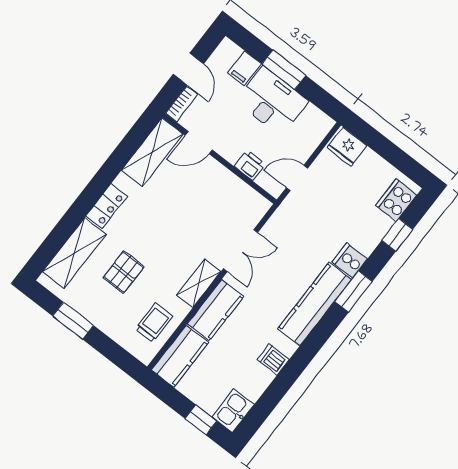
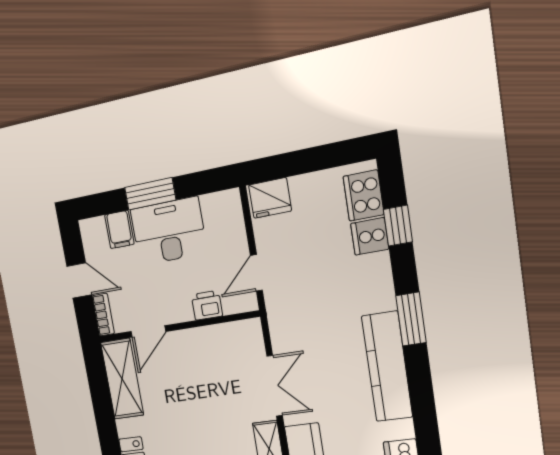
cooker: (350, 260) -> (370, 236), moved

